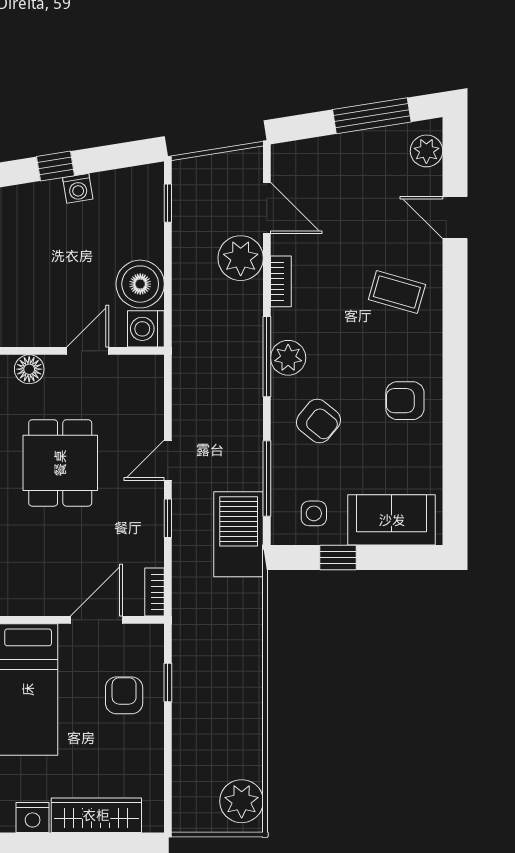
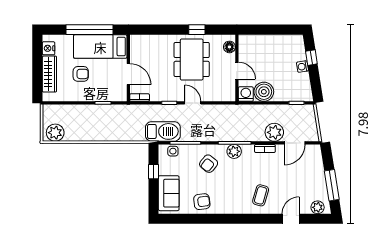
armchair: (405, 401) -> (202, 202), moved, turned 83
dining table: (60, 463) -> (192, 59), width x1.38
side table: (314, 513) -> (173, 151), moved
armchair: (124, 695) -> (81, 74), moved

